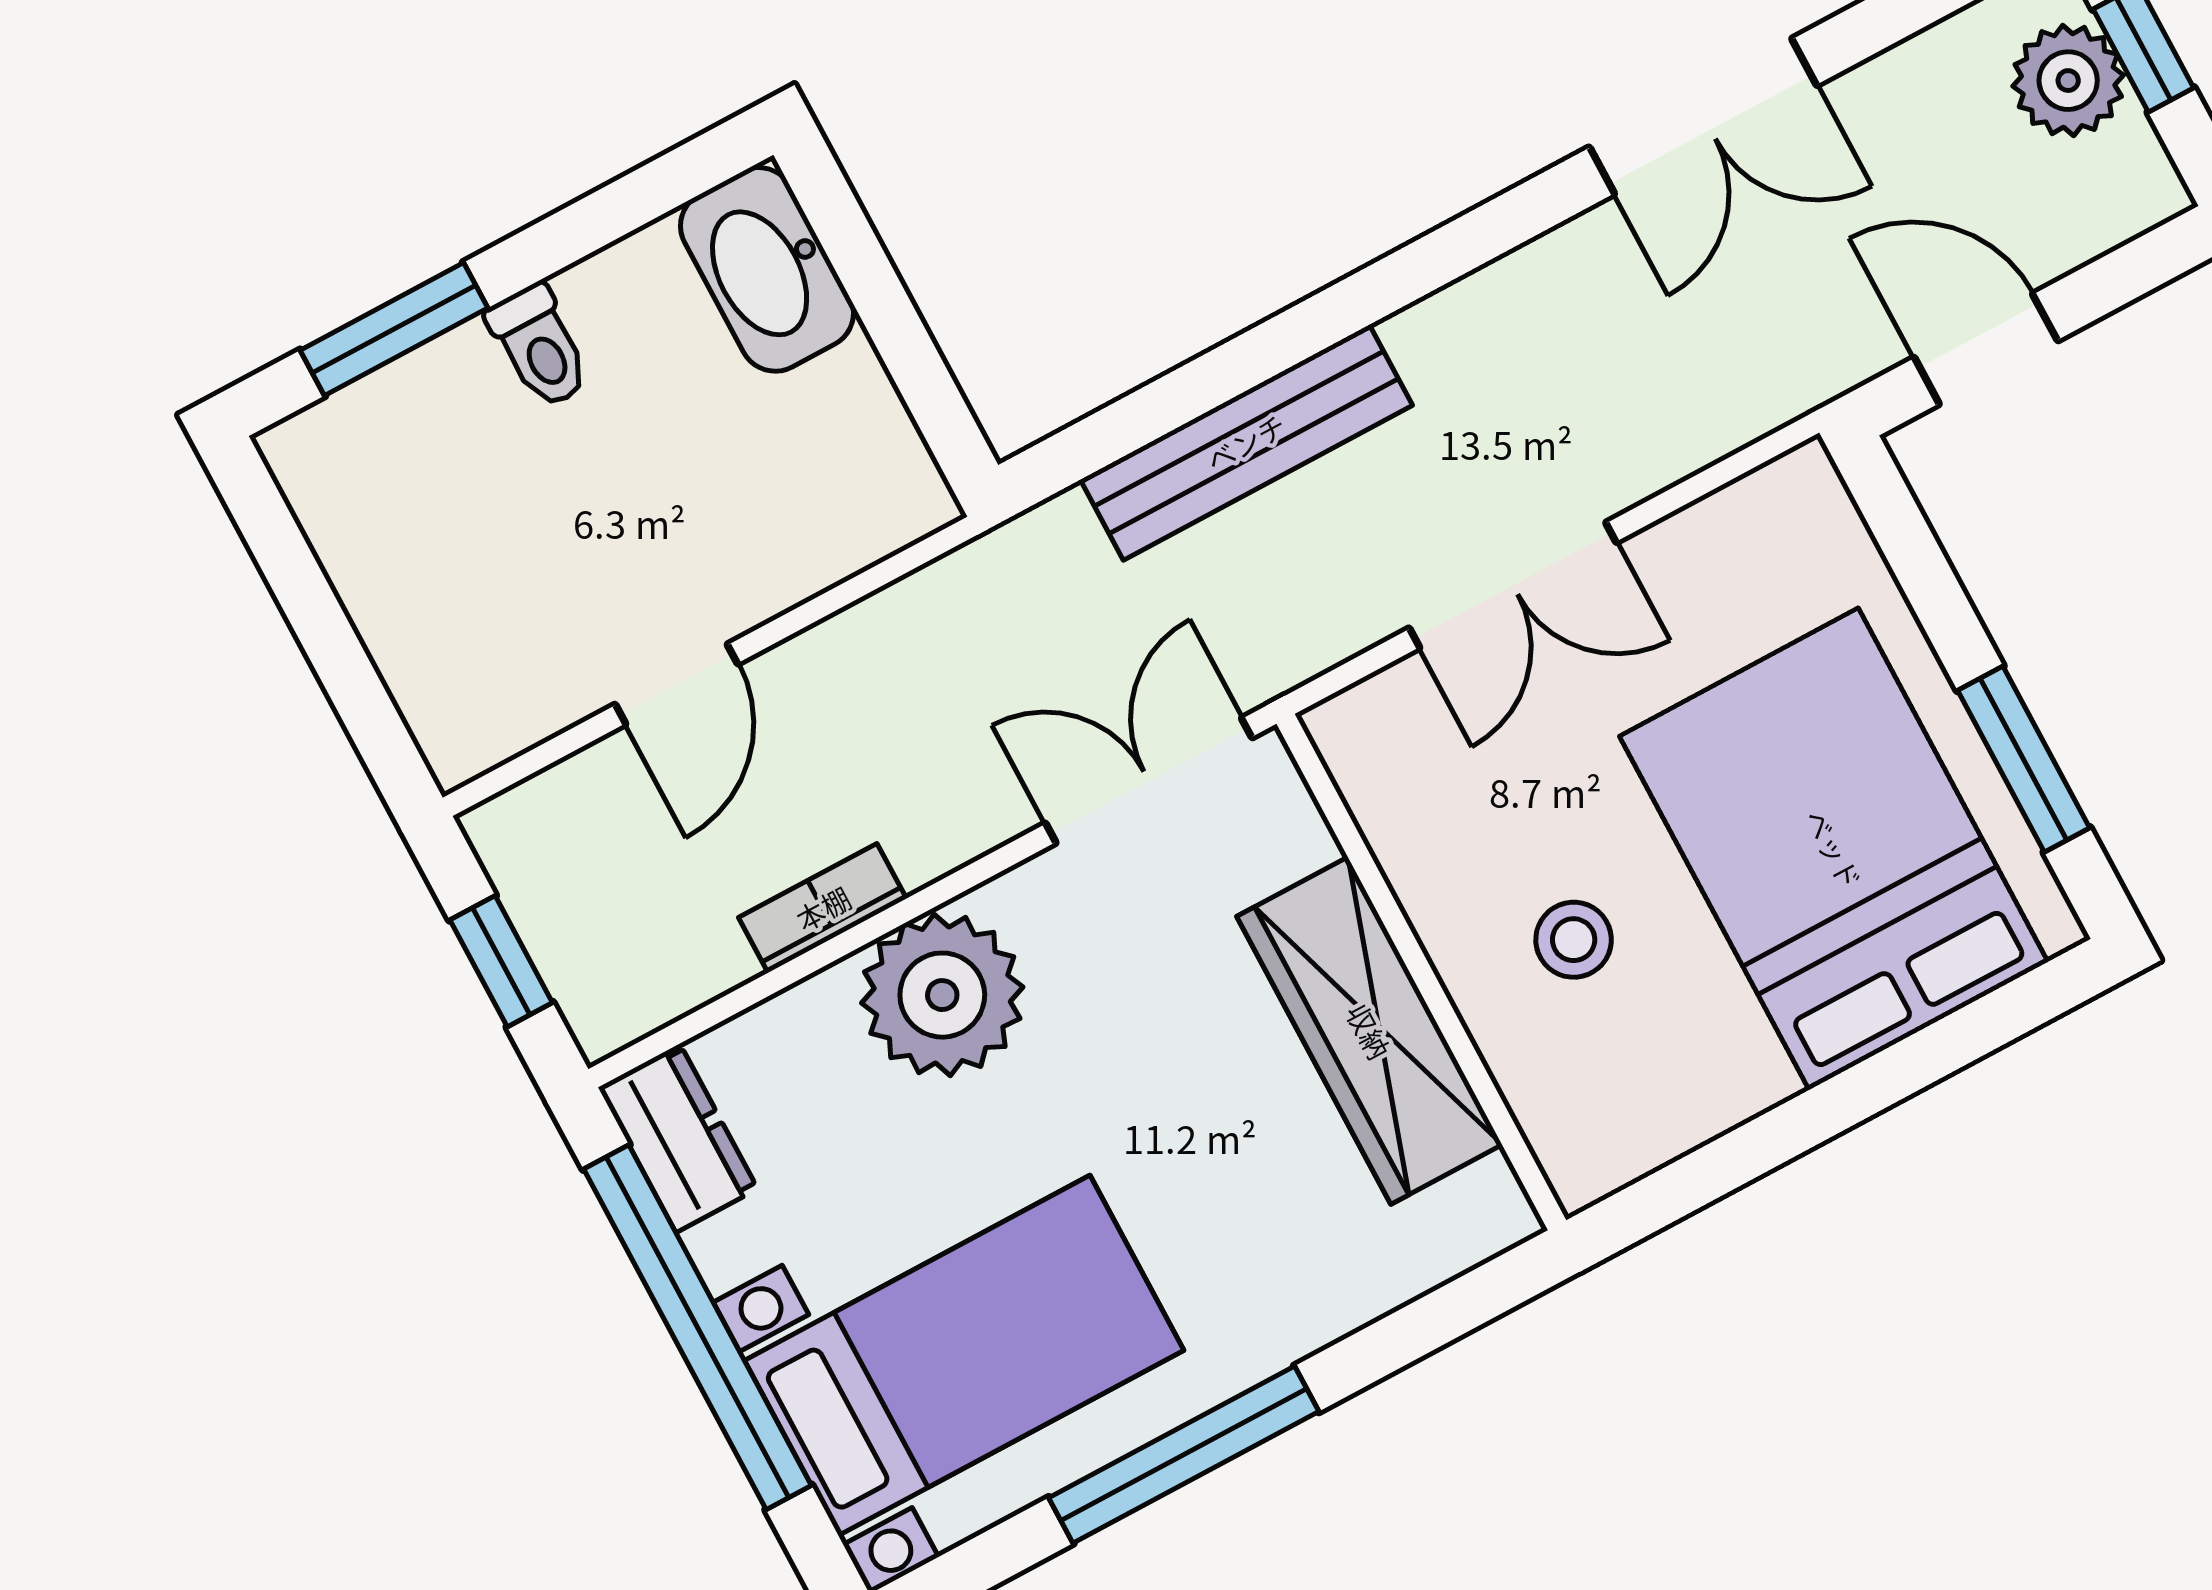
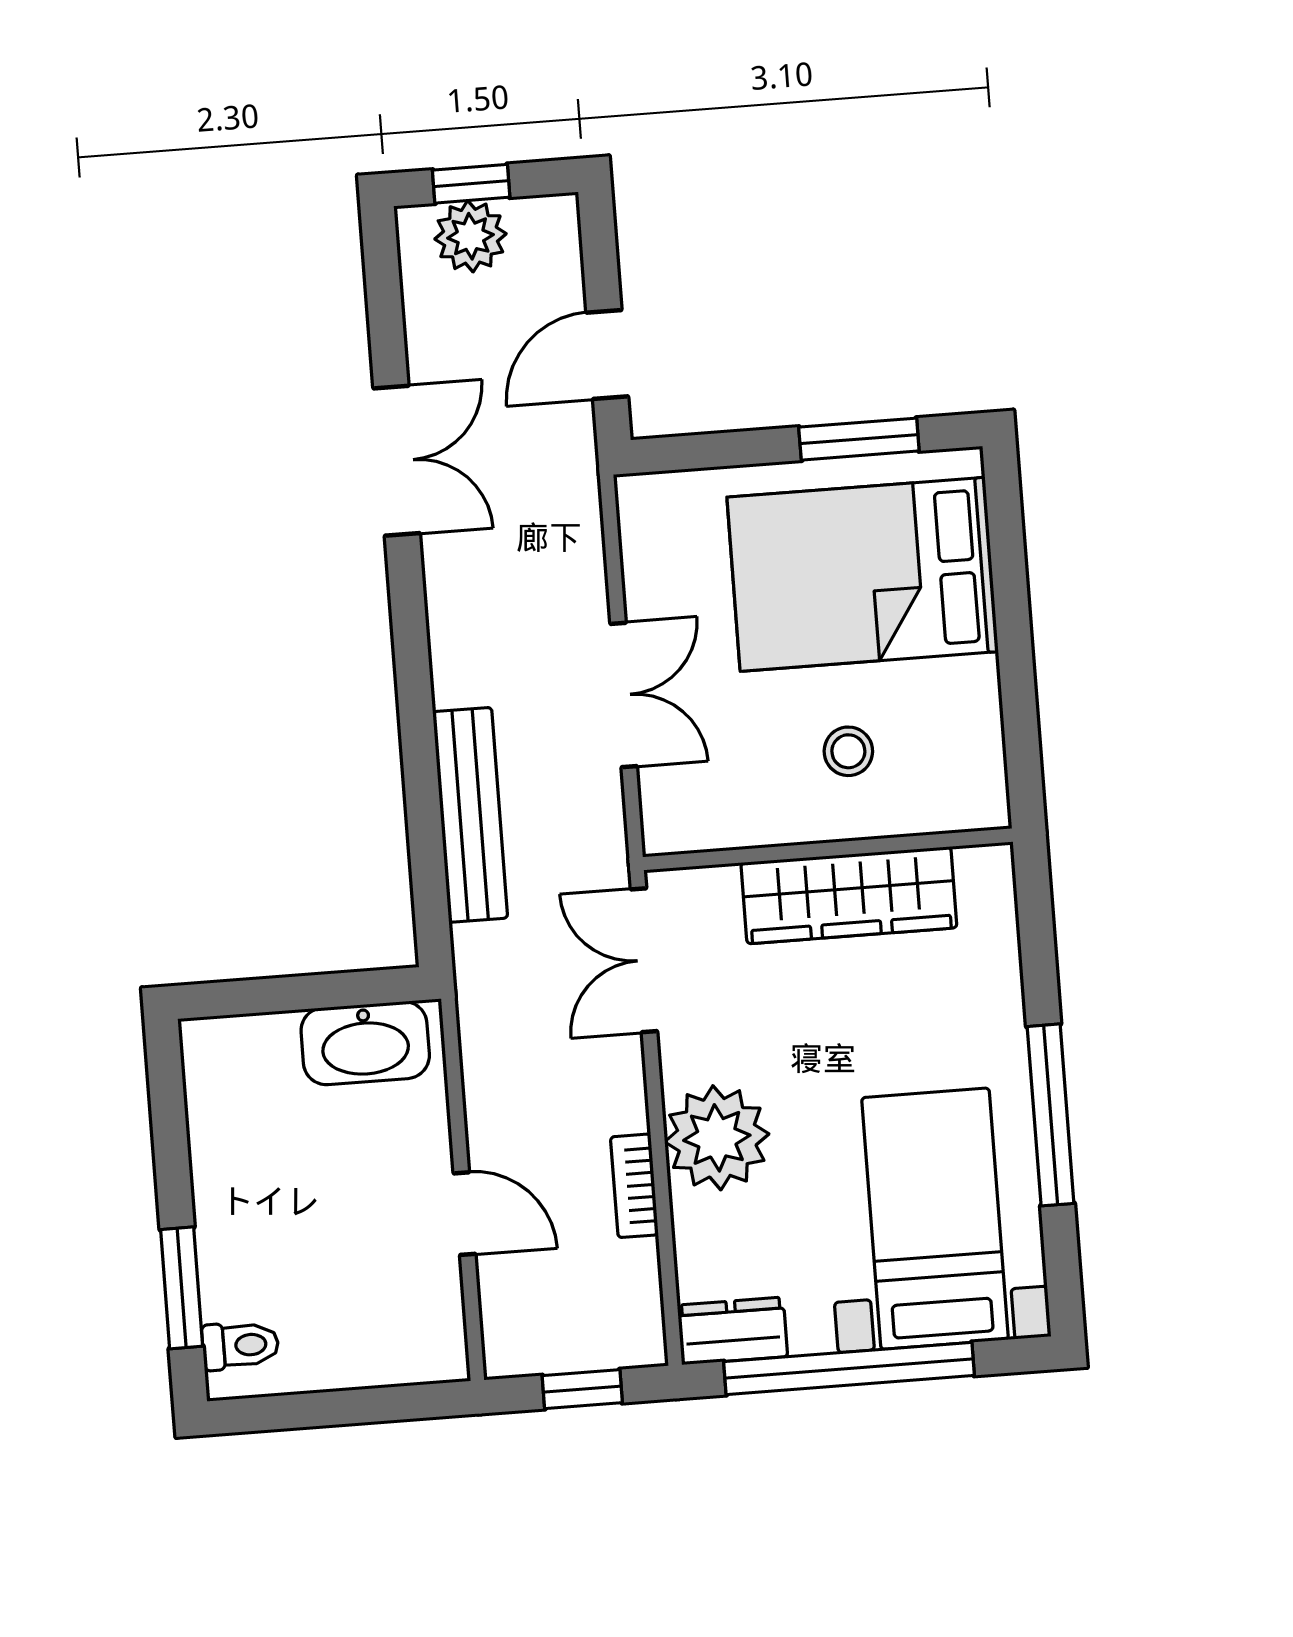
washbasin: (767, 269) -> (365, 1043), moved
toilet: (539, 346) -> (240, 1345), moved

